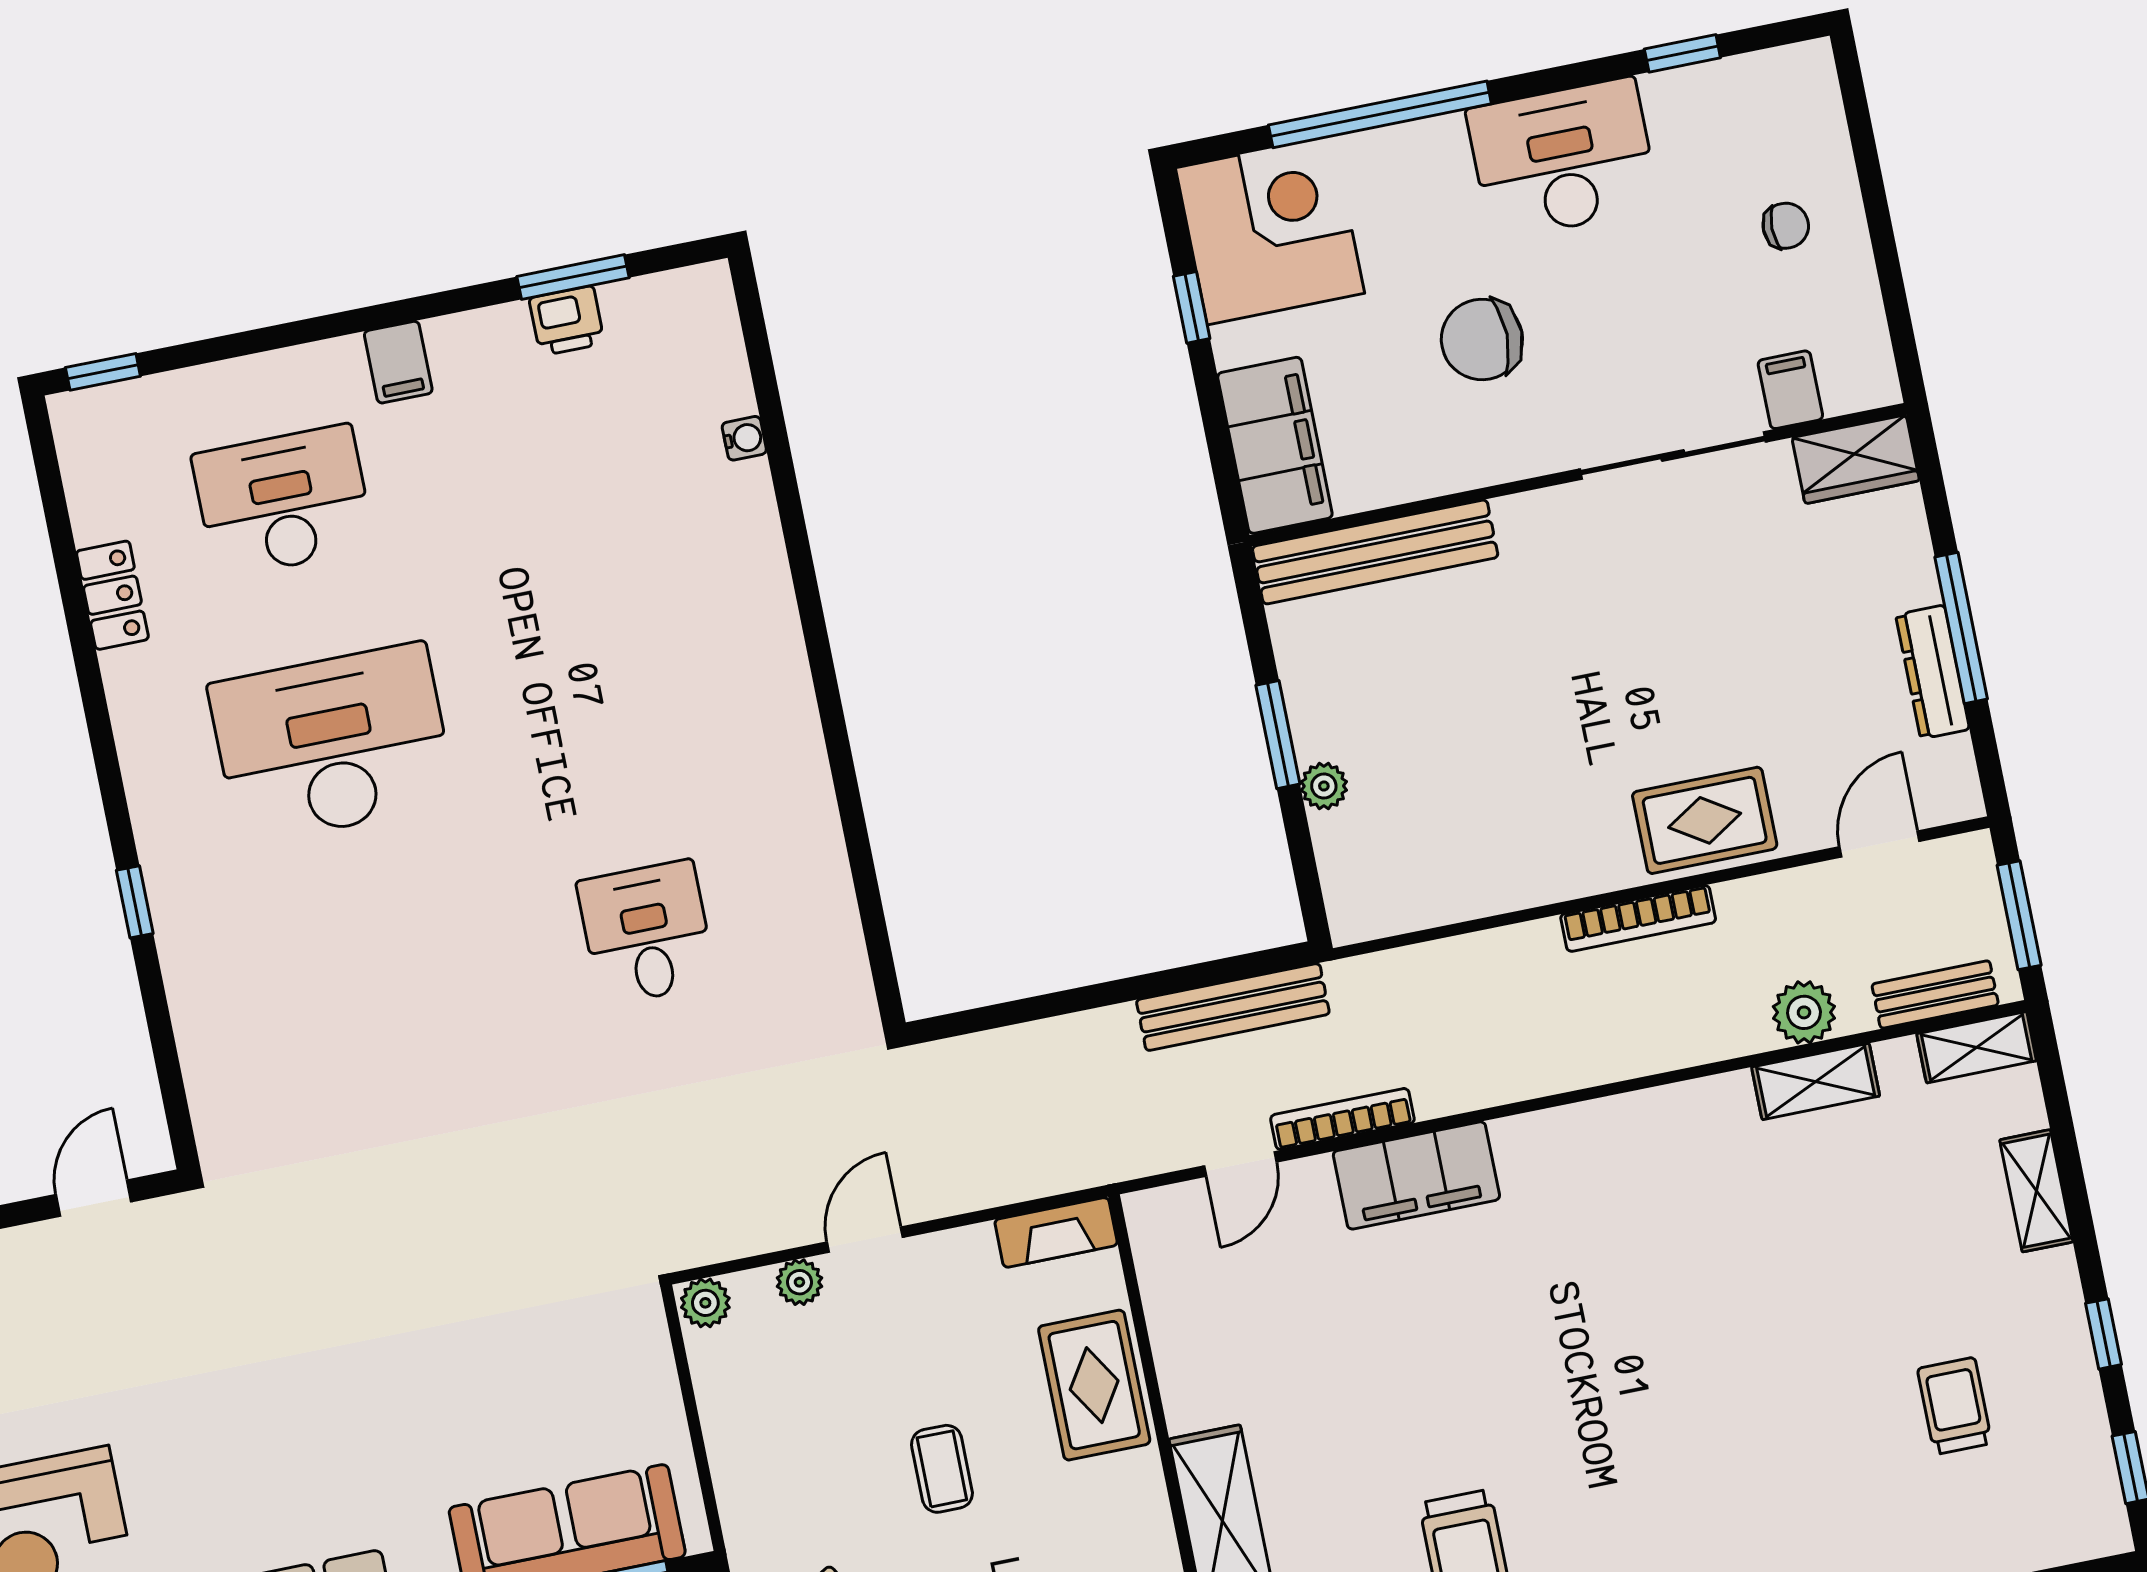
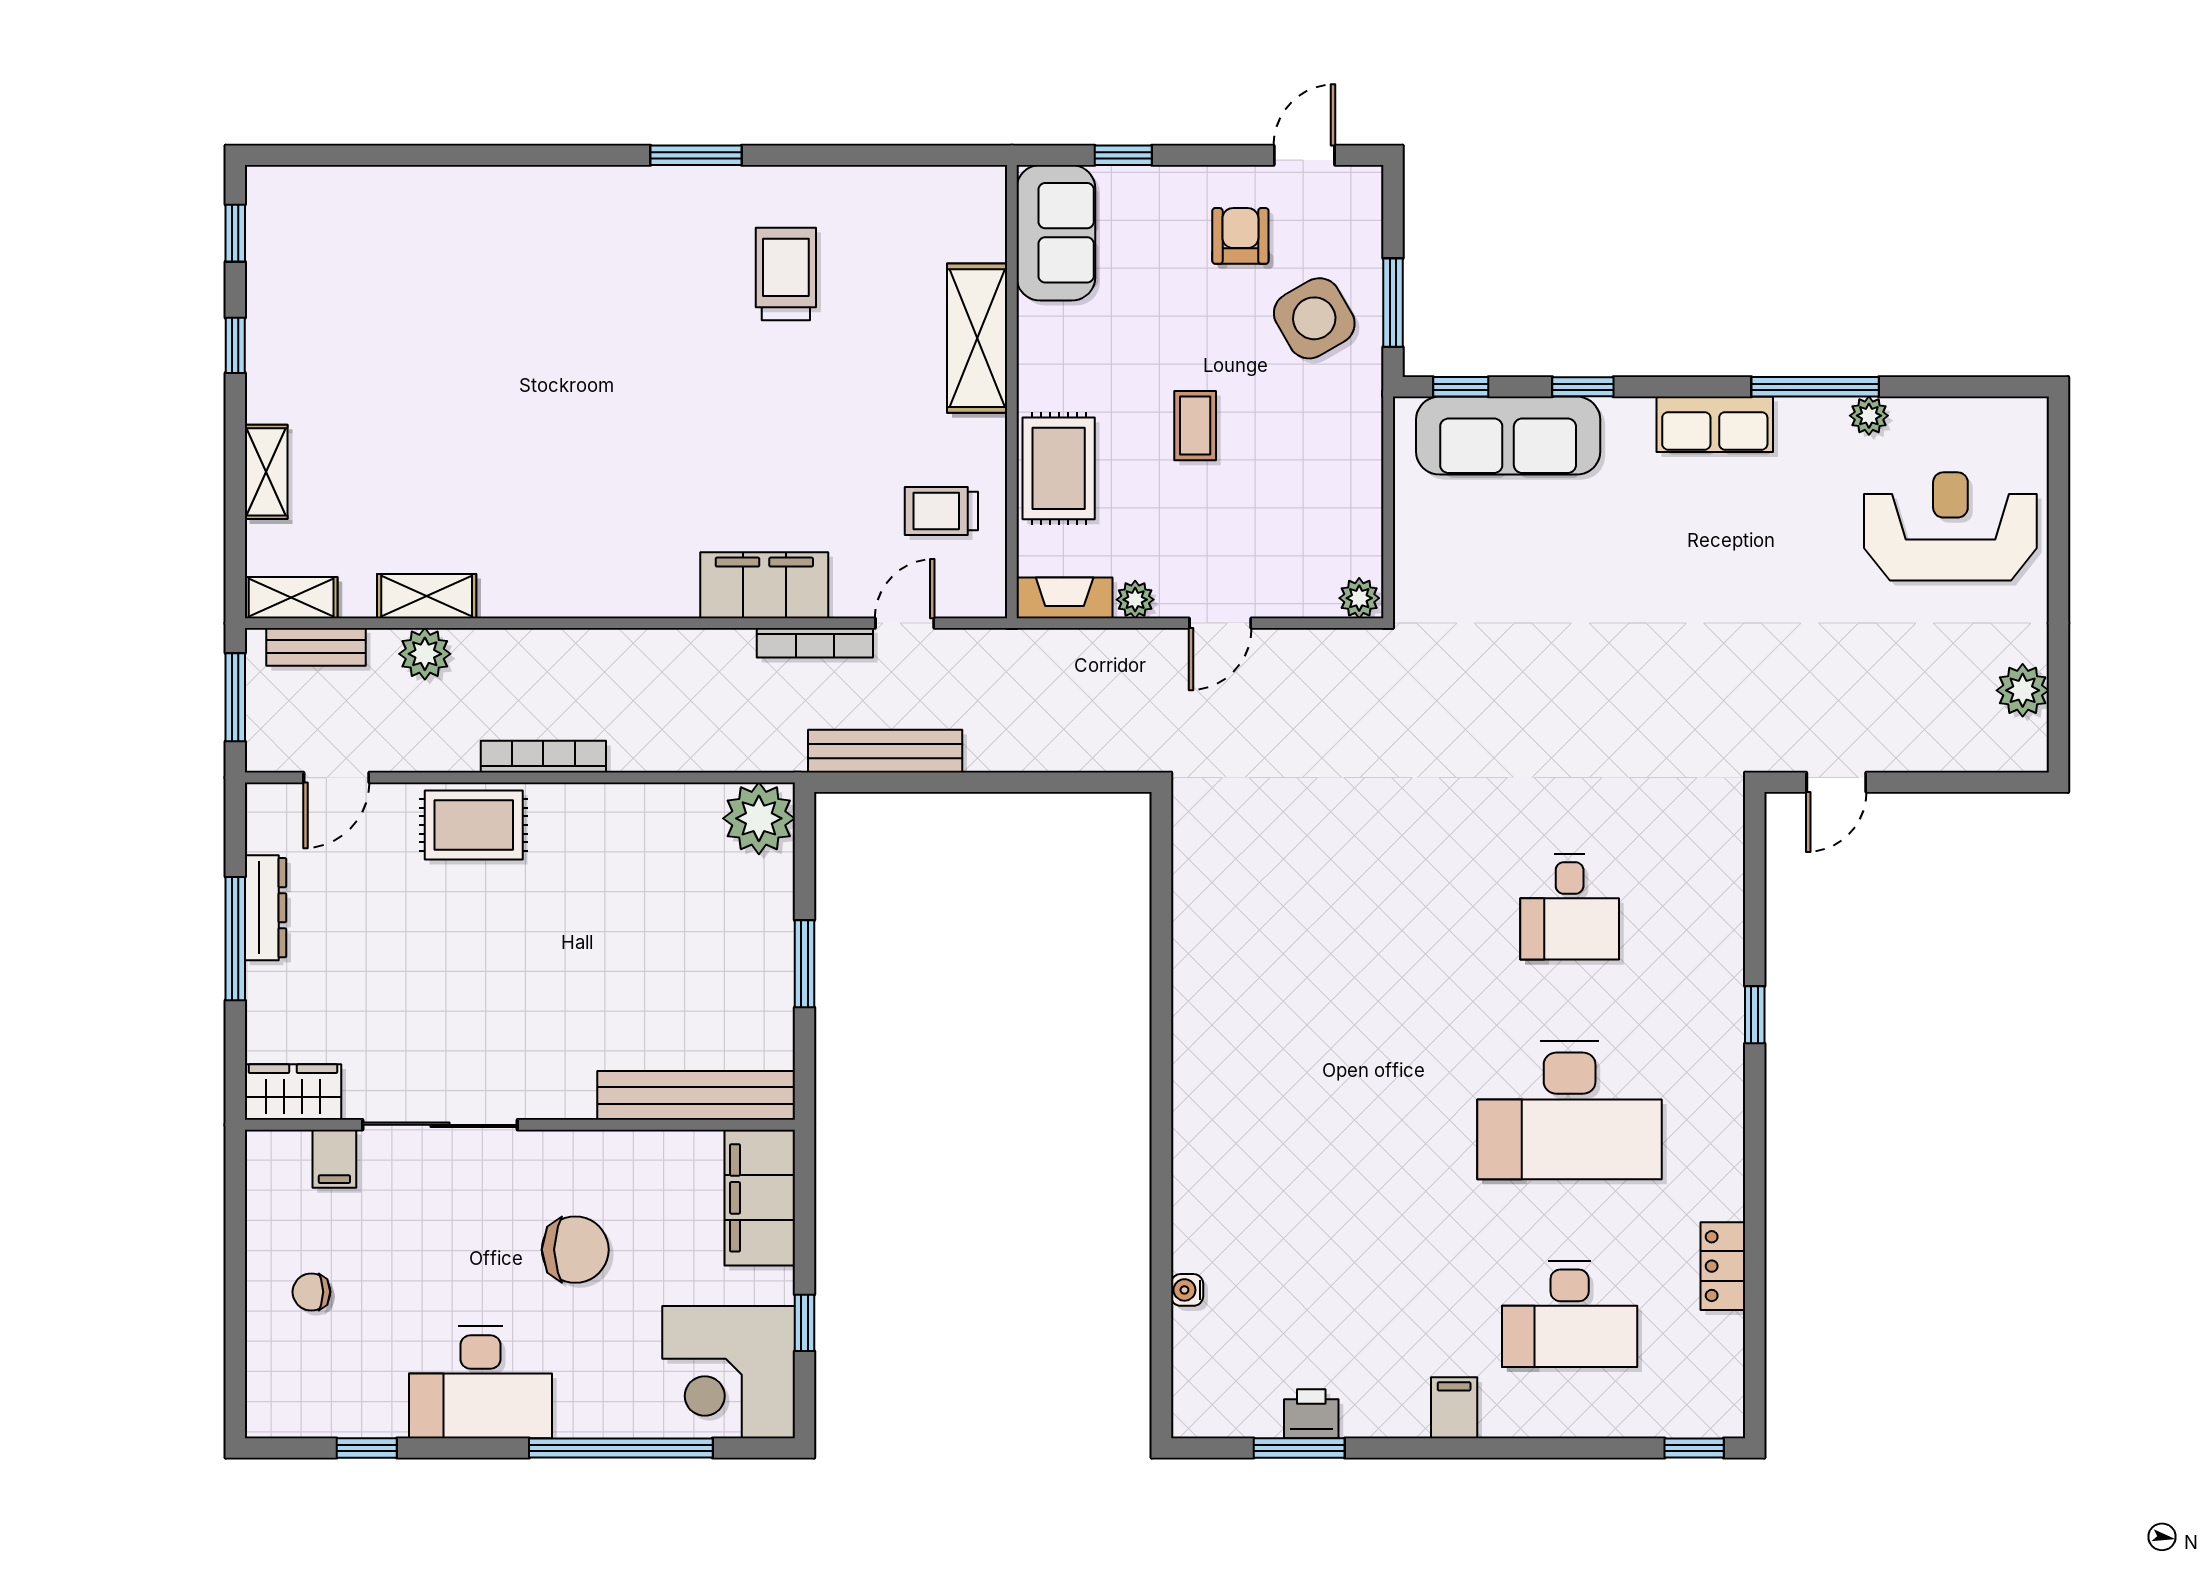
plant: (1324, 786) -> (759, 818), moved, width x1.88, depth x1.88
desk: (646, 933) -> (1570, 907), moved
plant: (799, 1282) -> (1135, 600), moved
trolley: (1955, 1406) -> (941, 511), moved, turned 90

